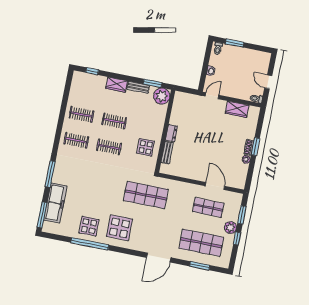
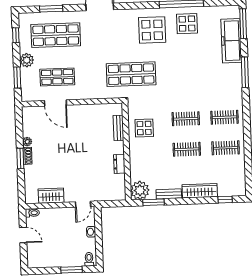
wardrobe: (117, 85) -> (200, 191), width x1.50
dresser: (171, 133) -> (119, 164), moved
window: (237, 238) -> (16, 35), moved

